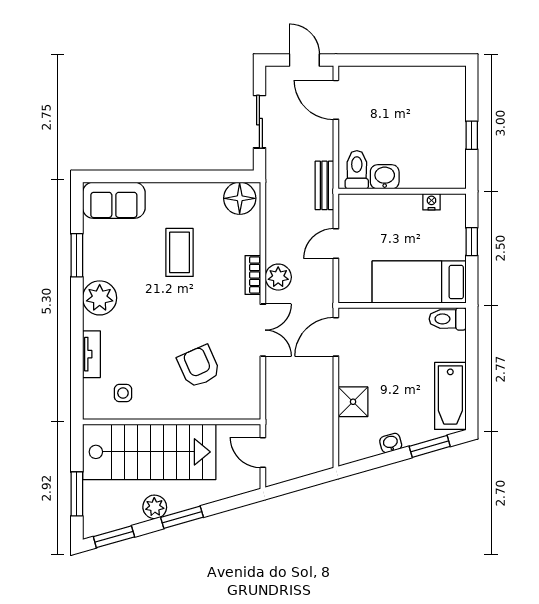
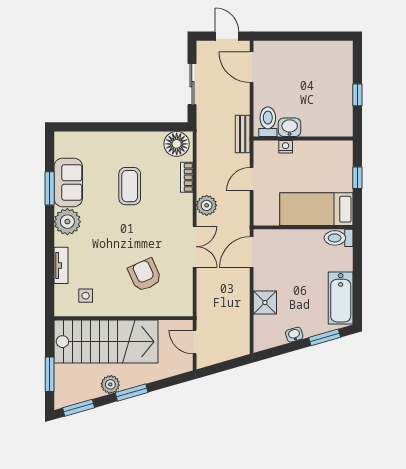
sofa: (114, 200) -> (68, 182), moved, turned -90
nightstand: (431, 202) -> (286, 147), moved
bookcase: (253, 275) -> (187, 177), moved

